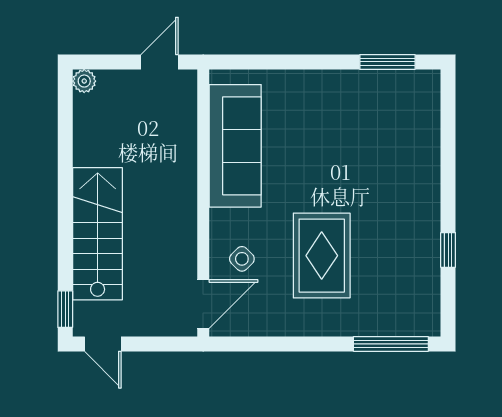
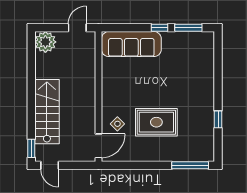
window: (328, 62) -> (159, 28), added
plant: (84, 81) -> (45, 42), width x1.88, depth x1.88
sofa: (235, 146) -> (131, 44), moved, turned 90
rug: (322, 256) -> (156, 122), turned 90

